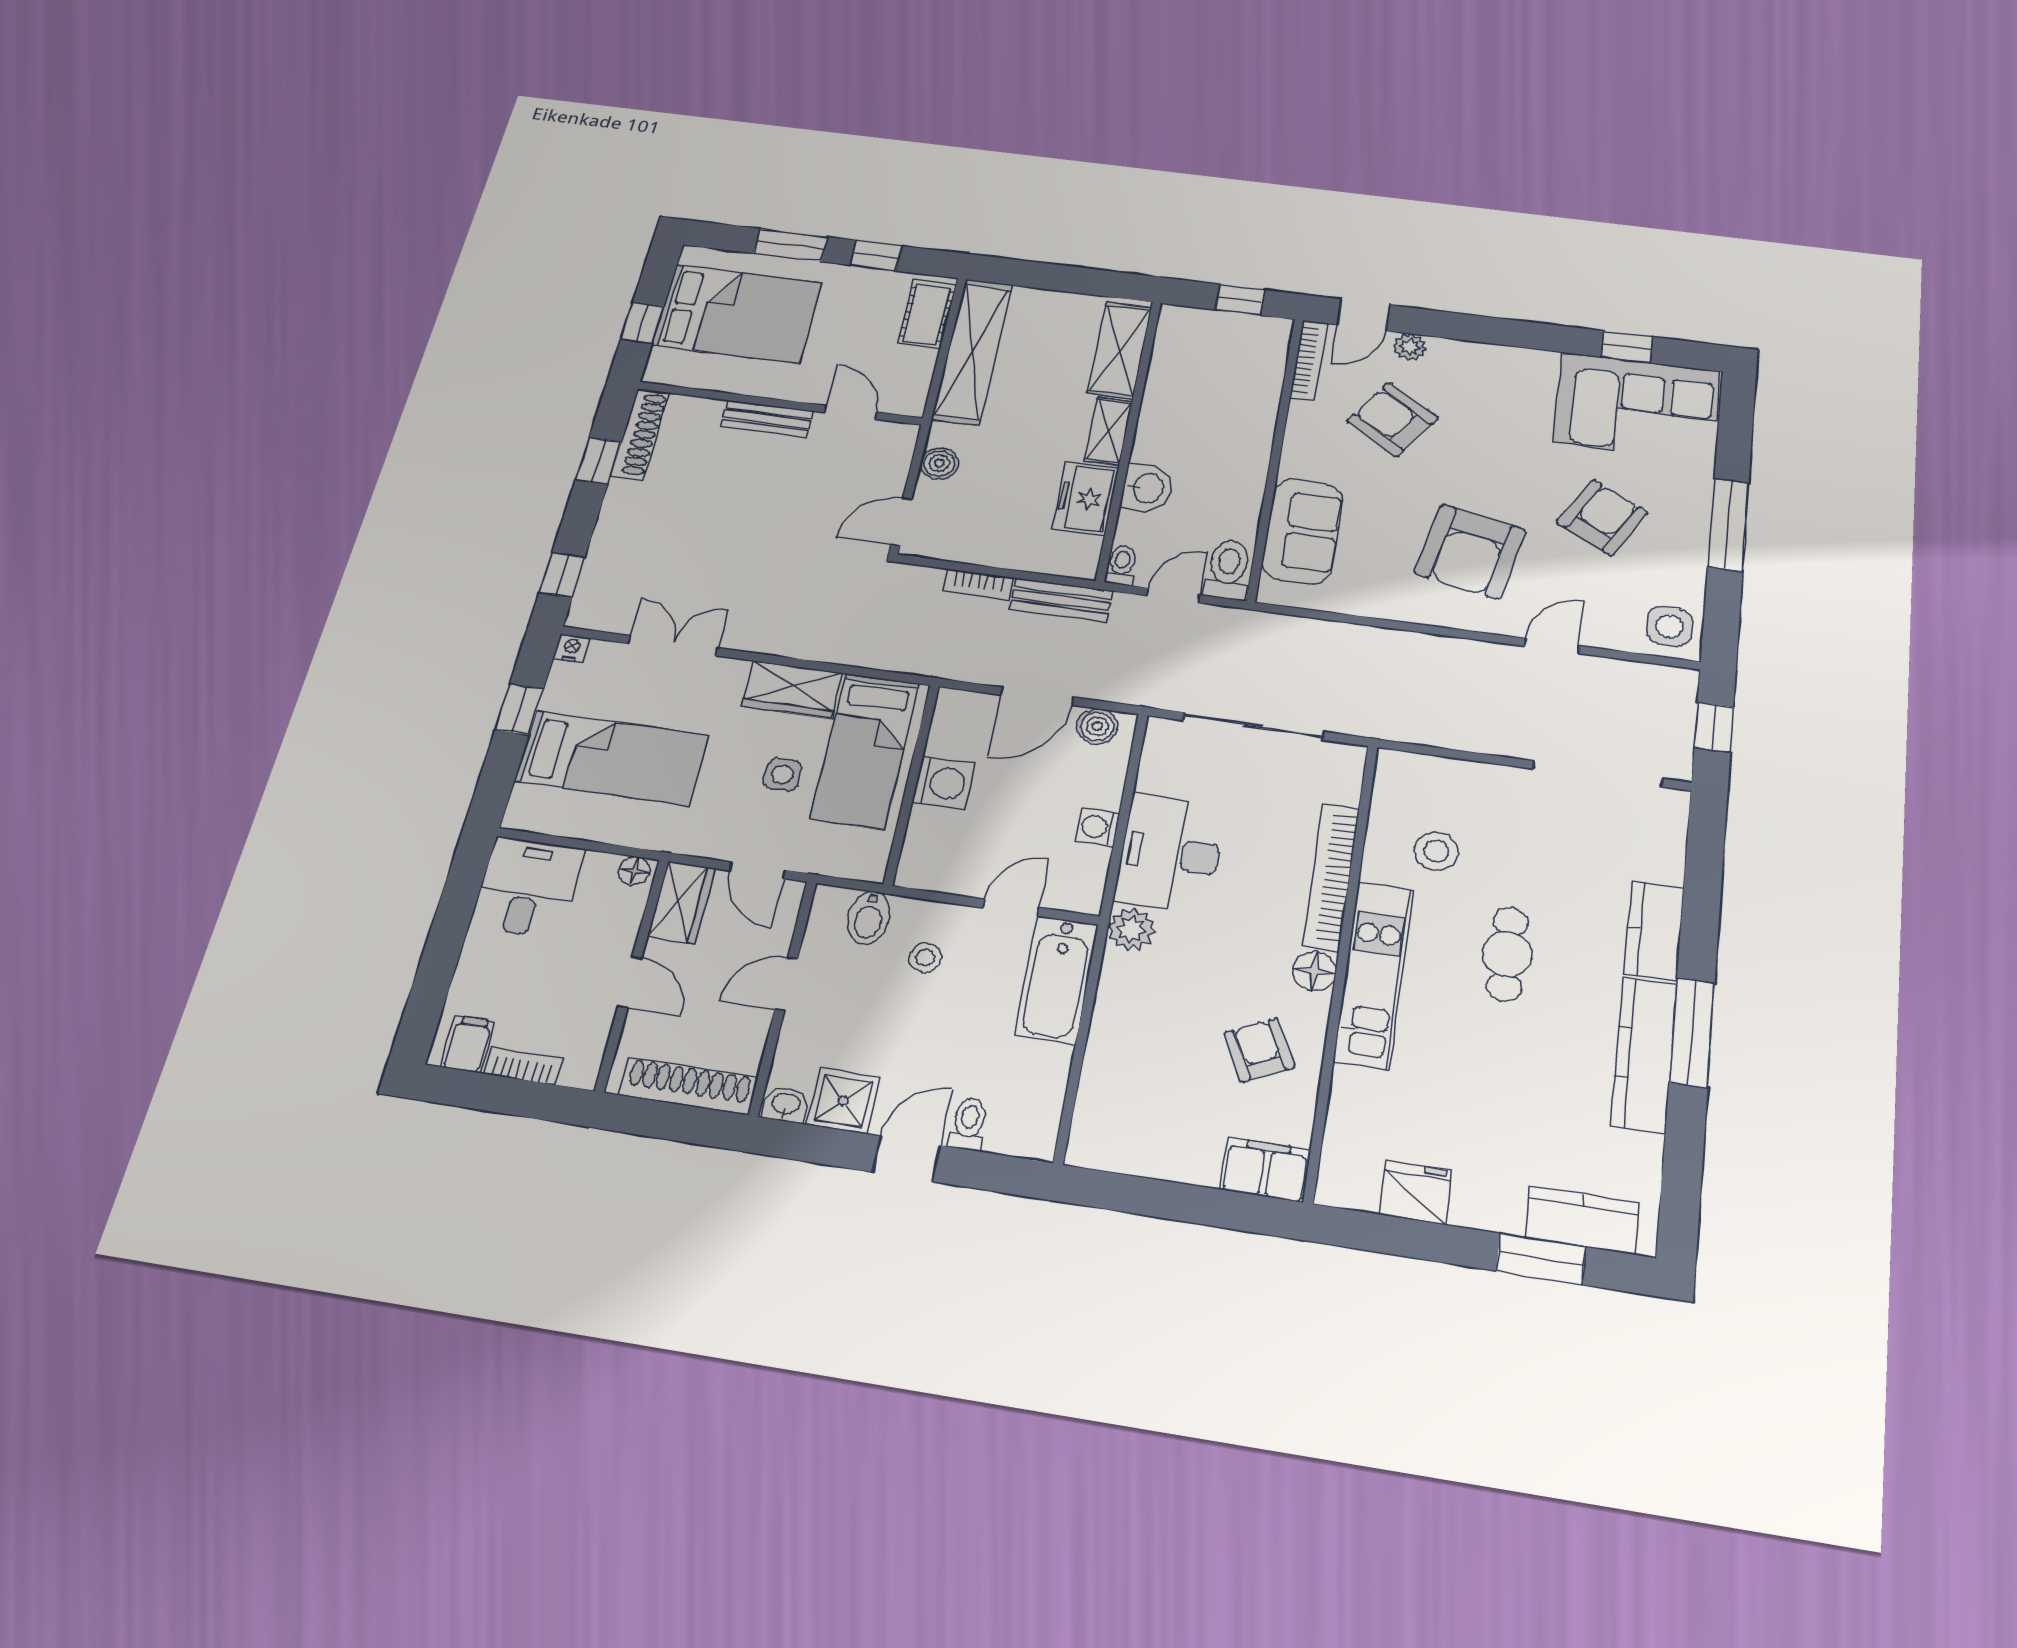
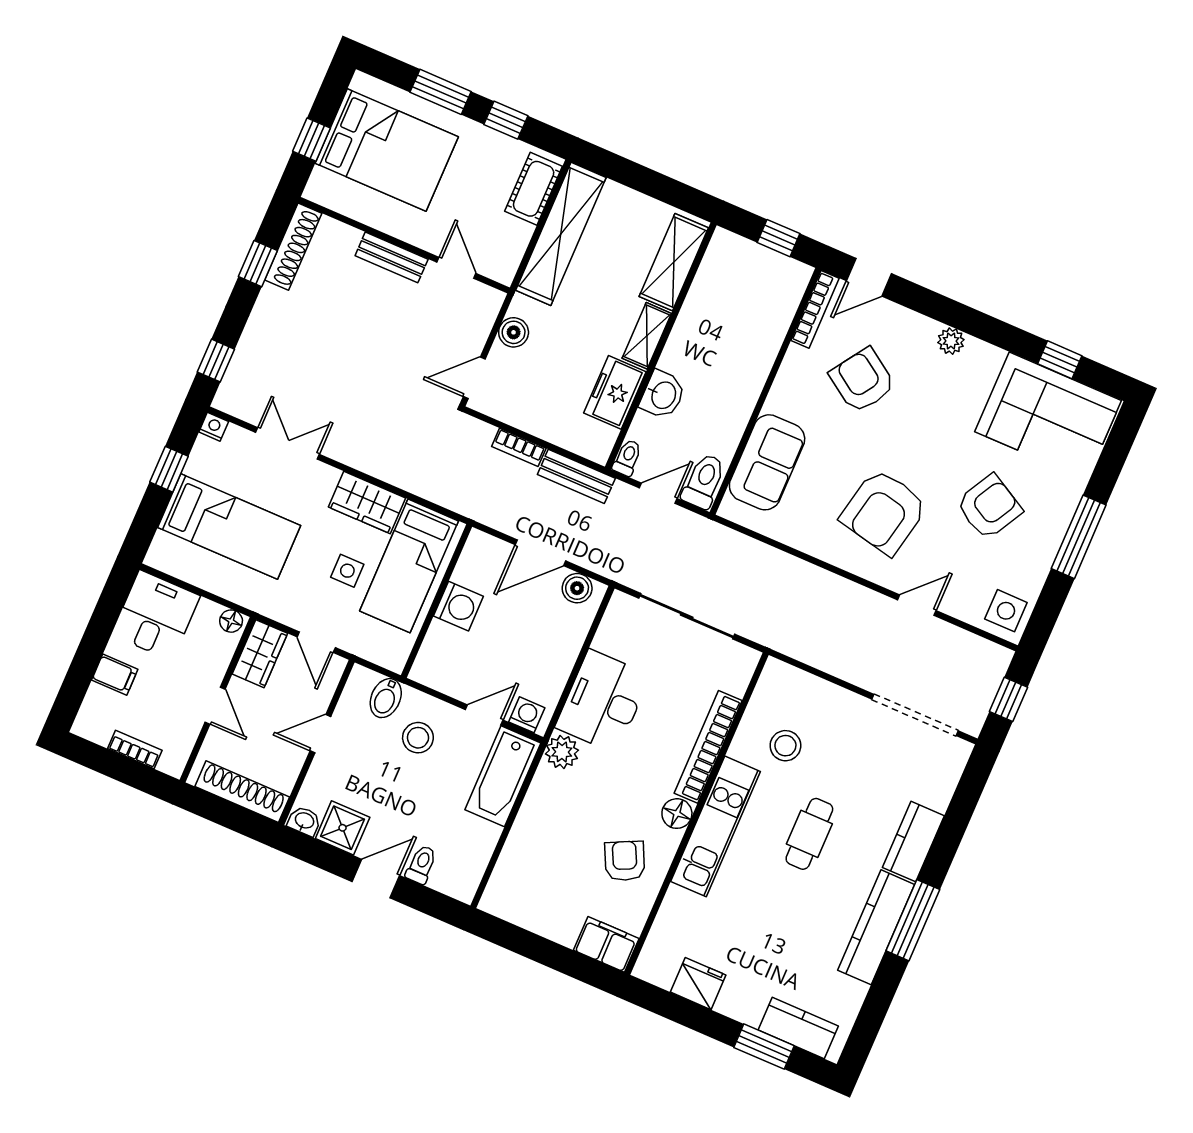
plant: (1410, 347) -> (951, 341), moved
washing machine: (1098, 827) -> (527, 715), moved, turned 90
stool: (925, 958) -> (418, 738), width x1.37, depth x1.37
filing cabinet: (468, 1044) -> (115, 675), moved, turned 90

